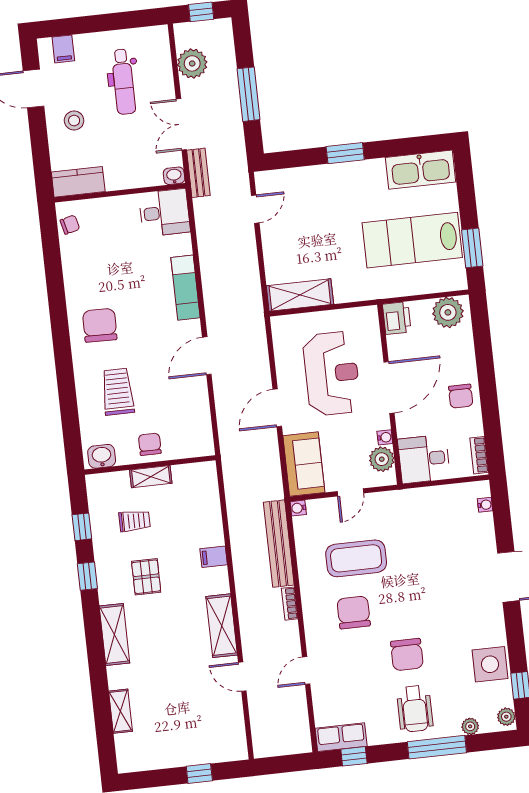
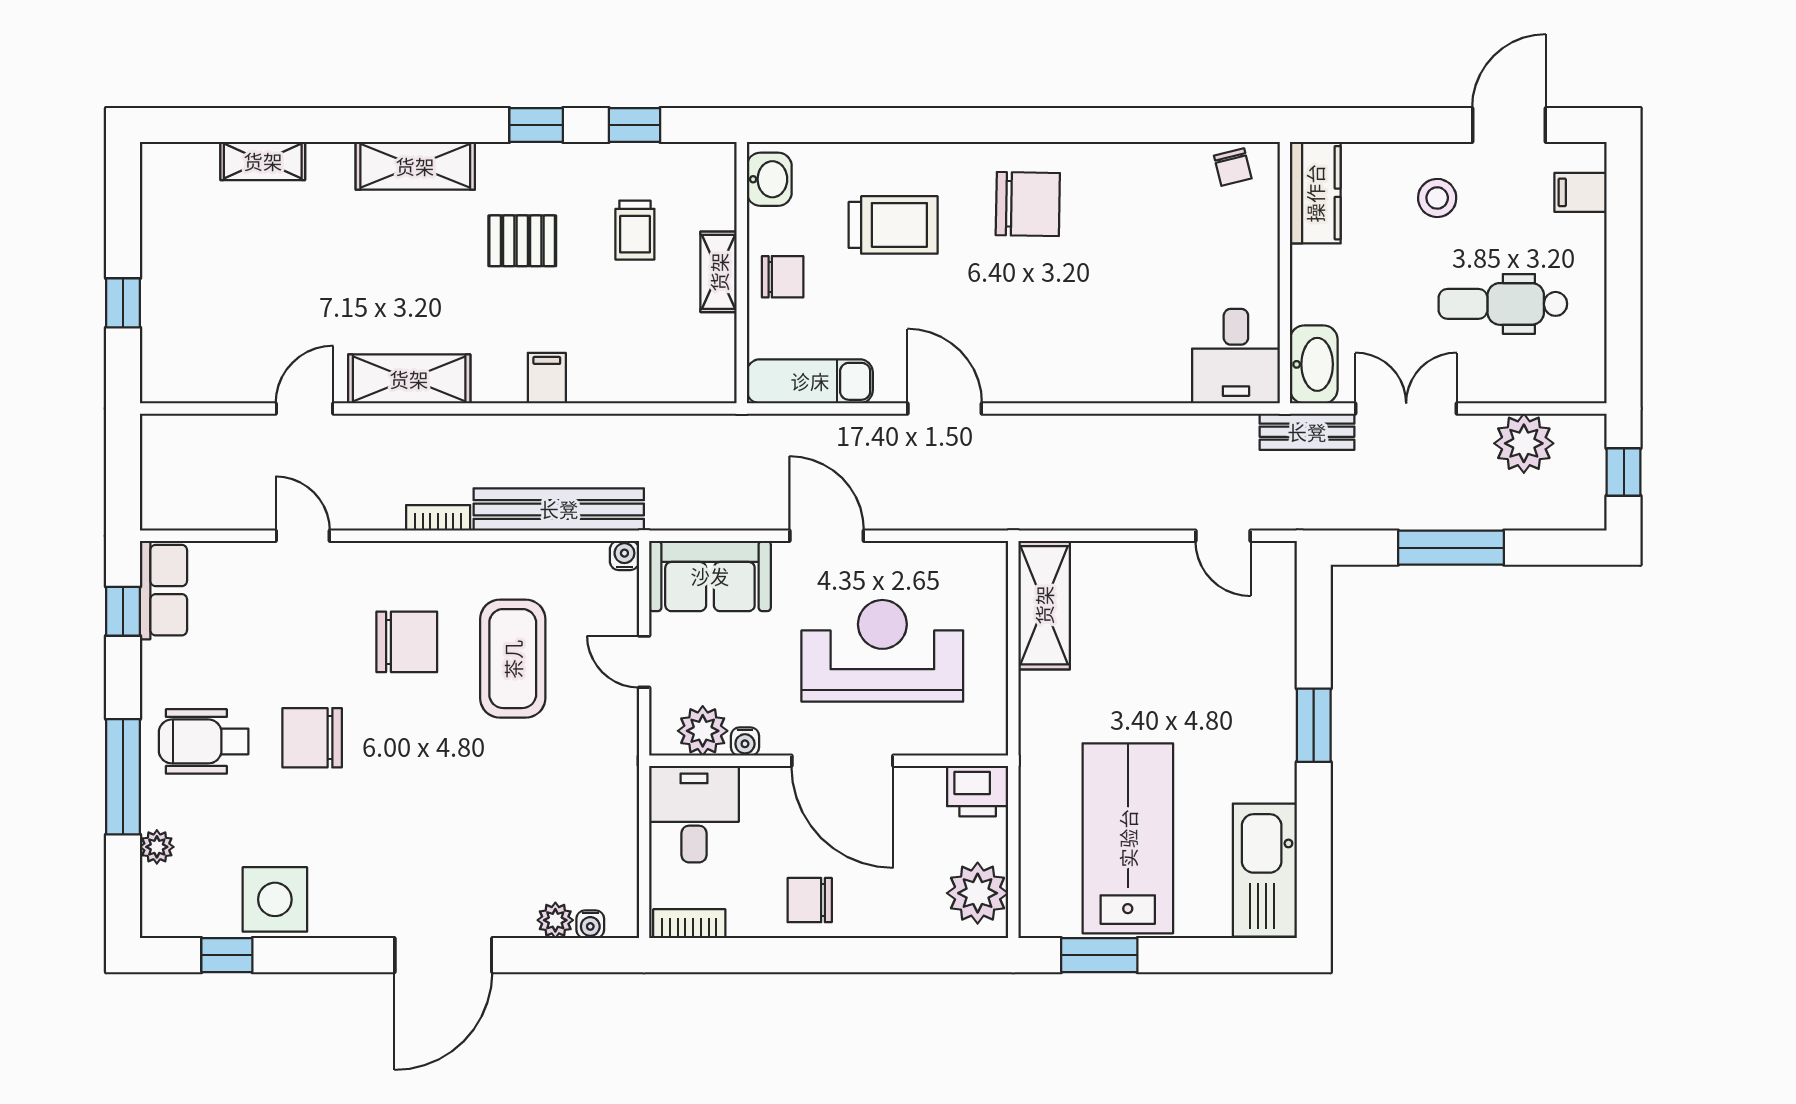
washbasin: (174, 176) -> (1314, 364), width x1.91, depth x1.45
exam couch: (186, 288) -> (810, 381), moved
reception desk: (332, 374) -> (882, 651), turned 180
plant: (506, 717) -> (555, 920), moved

